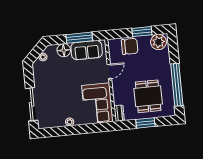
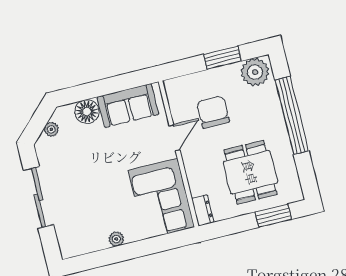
window: (79, 38) -> (111, 85), removed
chair: (130, 46) -> (213, 112), moved, turned -90
window: (177, 85) -> (292, 115), moved
sliding door: (32, 104) -> (39, 197), moved
window: (145, 123) -> (273, 216), moved

